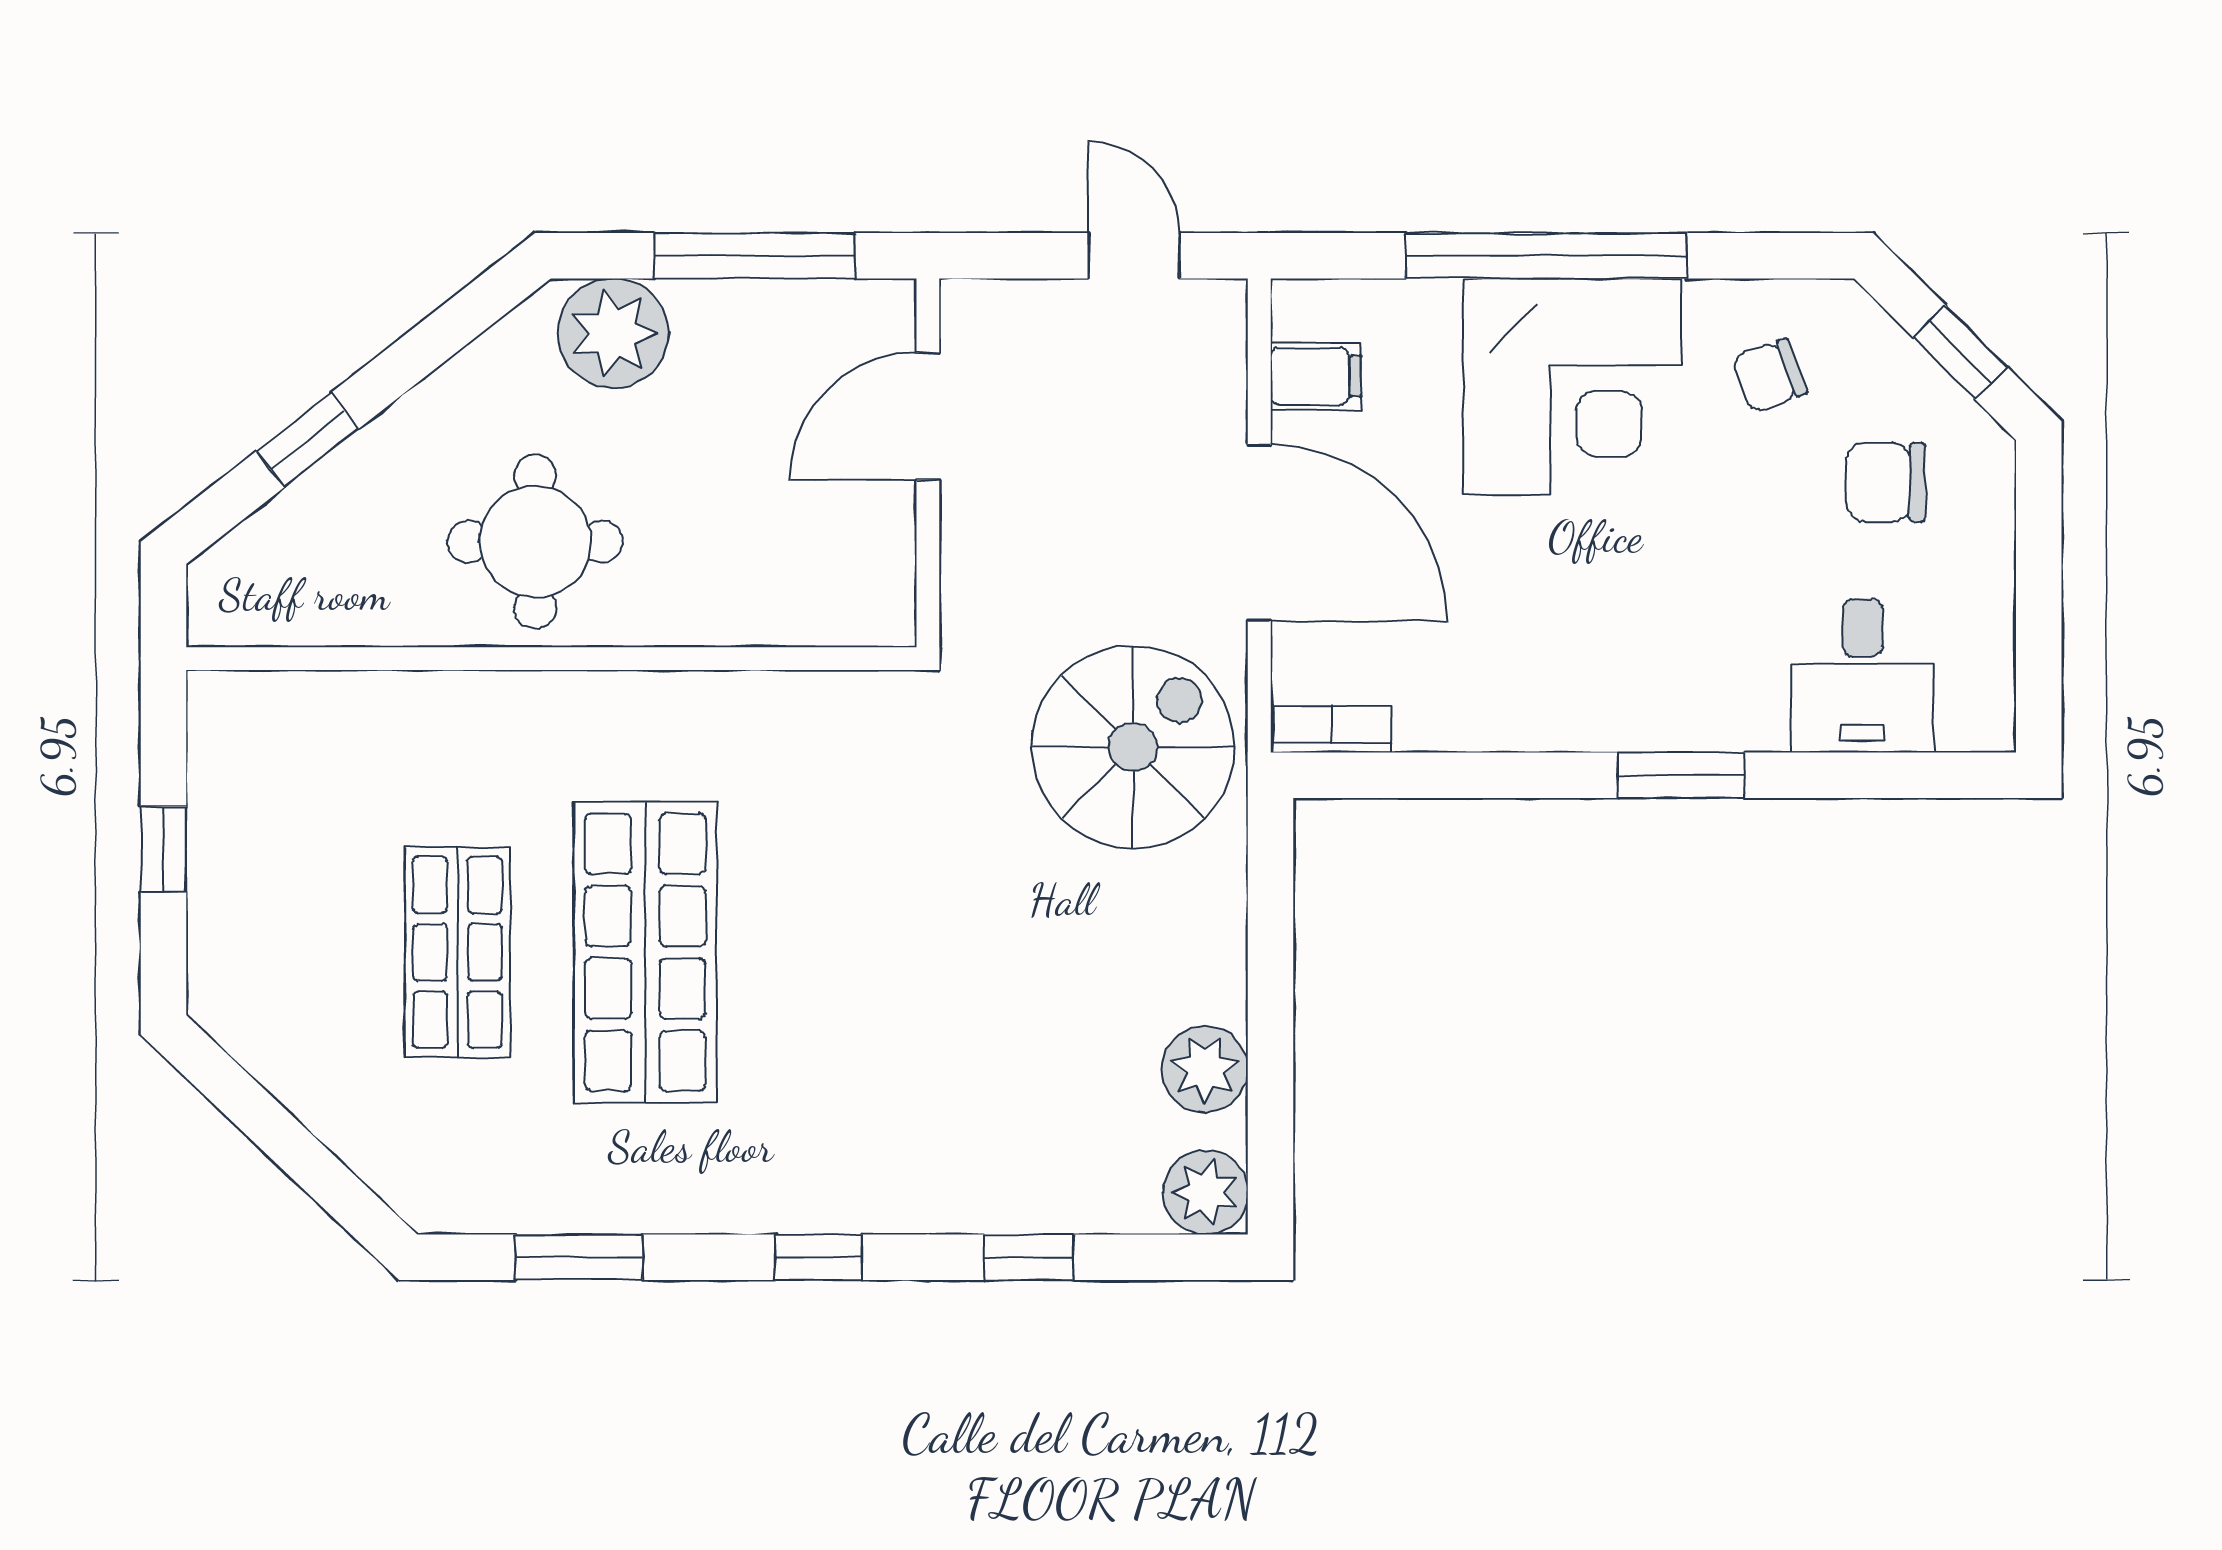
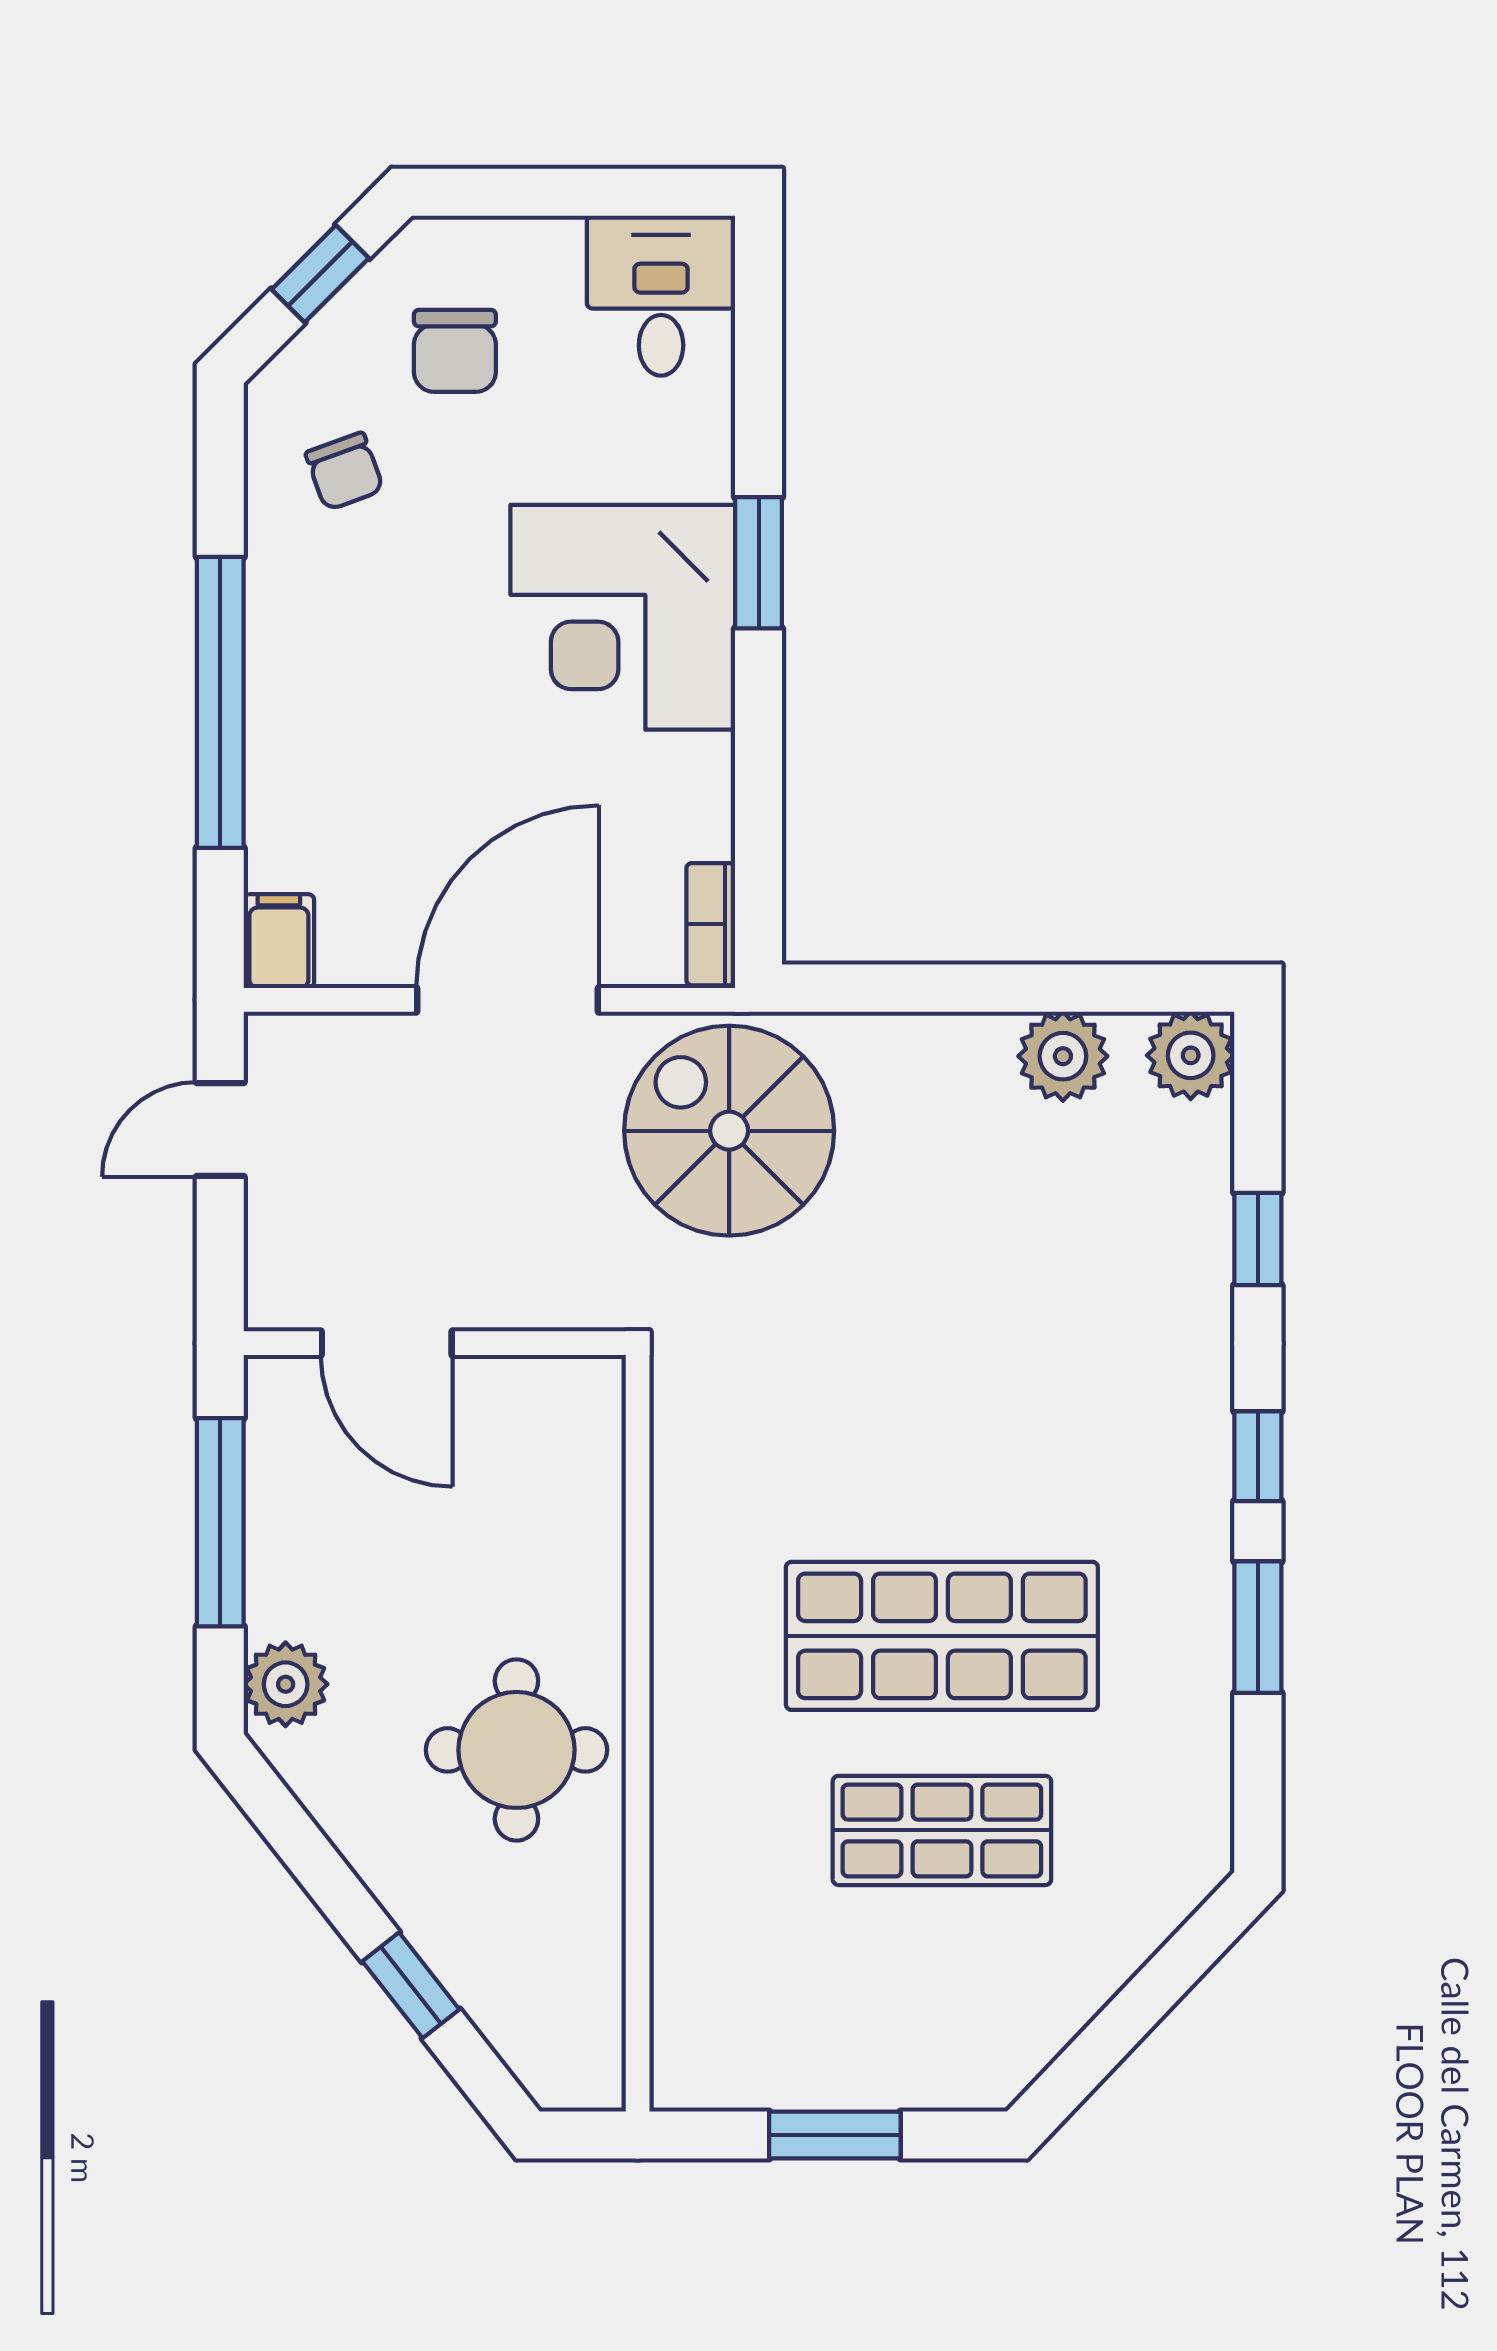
plant: (613, 333) -> (286, 1684), width x0.73, depth x0.73
filing cabinet: (1316, 376) -> (279, 941), moved
corner desk: (1572, 387) -> (623, 617), moved, turned 180
desk: (1863, 676) -> (661, 296), moved, turned -90
window: (163, 849) -> (835, 2135), width x1.50
window: (579, 1257) -> (1258, 1627), moved

